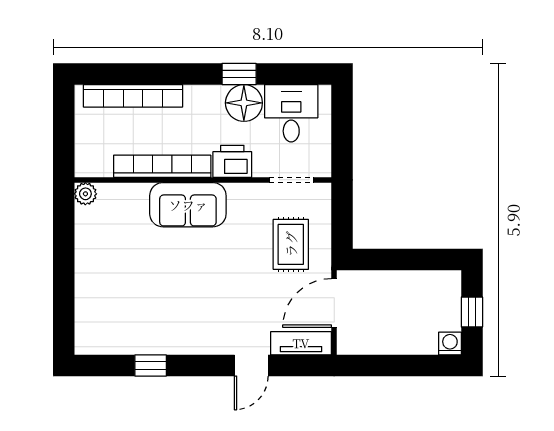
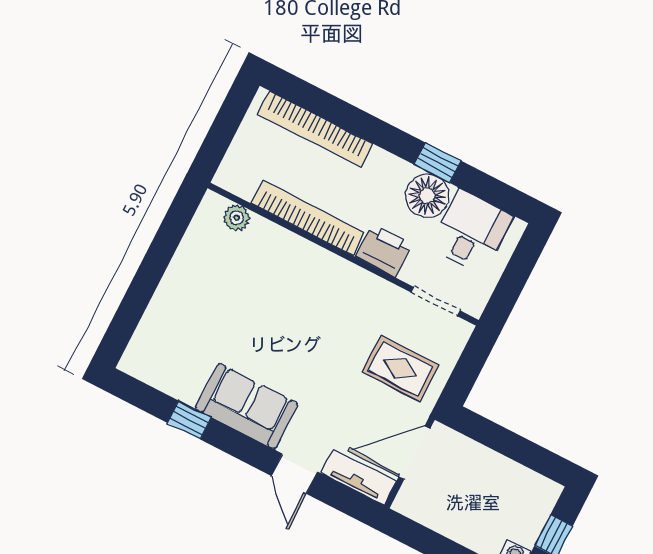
plant: (85, 194) -> (237, 218), moved
sofa: (188, 205) -> (247, 406), moved, turned 180
rug: (291, 244) -> (401, 368), turned 90
door: (251, 366) -> (294, 474), hinge flipped

